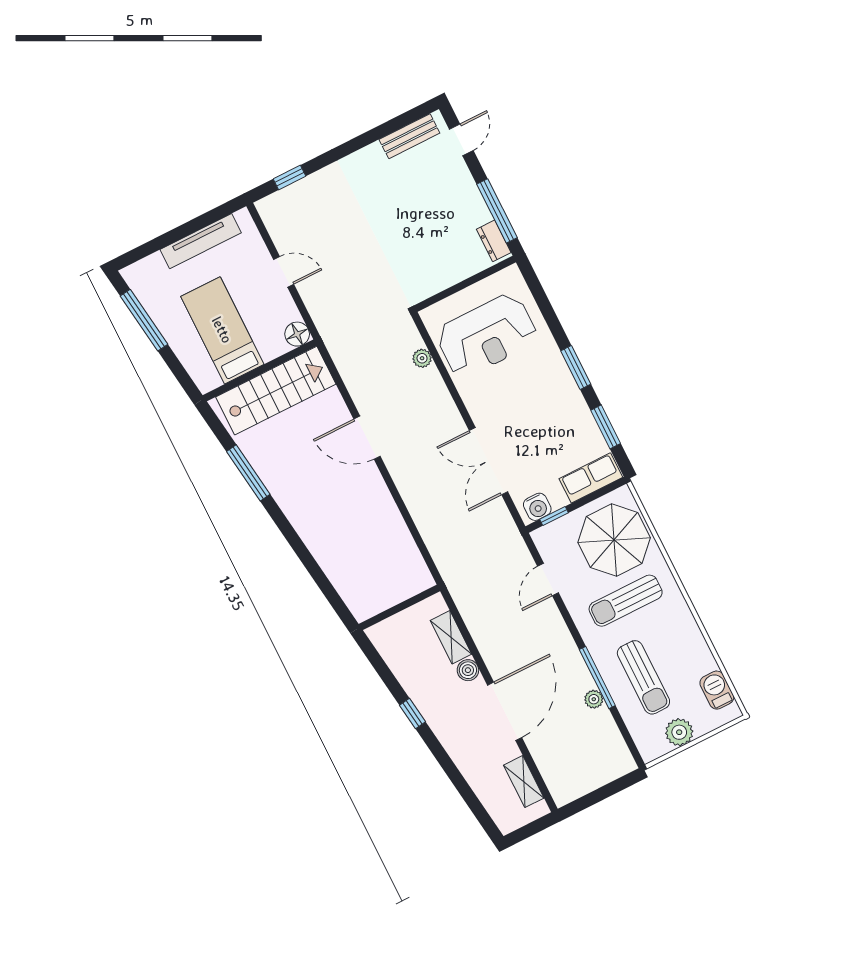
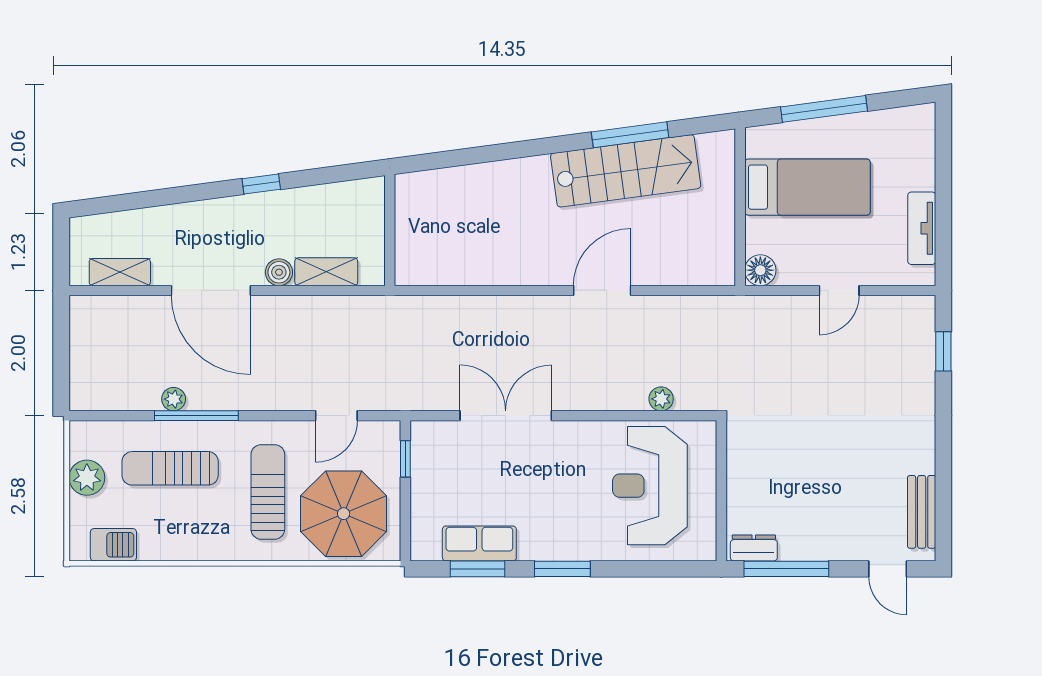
tv unit: (201, 241) -> (922, 228), width x0.71
window: (144, 320) -> (824, 109), moved
stairs: (276, 391) -> (626, 171), moved, turned -98
row of seats: (591, 478) -> (479, 543), moved, turned -90
water cooler: (537, 507) -> (425, 445), removed
door: (548, 579) -> (336, 416), swing flipped

